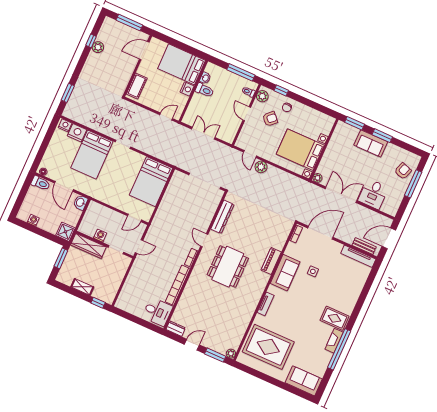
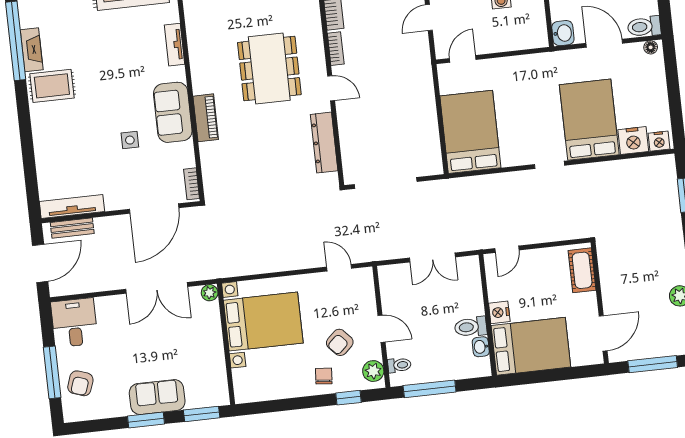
plant: (261, 167) -> (309, 258), removed
desk: (373, 194) -> (74, 323), moved

